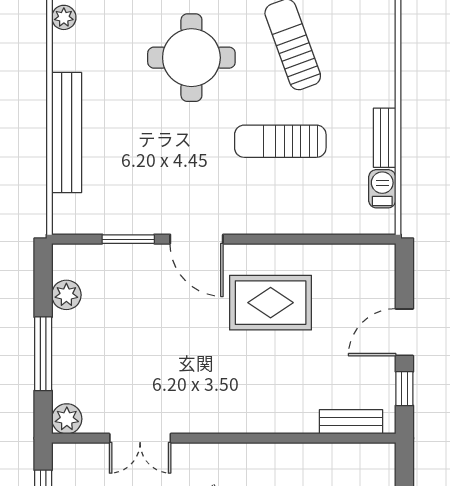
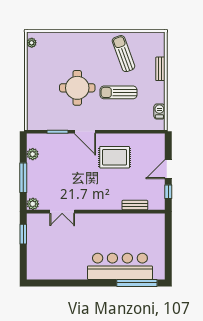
round table: (191, 58) -> (77, 88), moved
bench: (67, 133) -> (33, 89), removed
bench: (385, 138) -> (160, 69), moved
bench: (351, 422) -> (135, 205), moved

